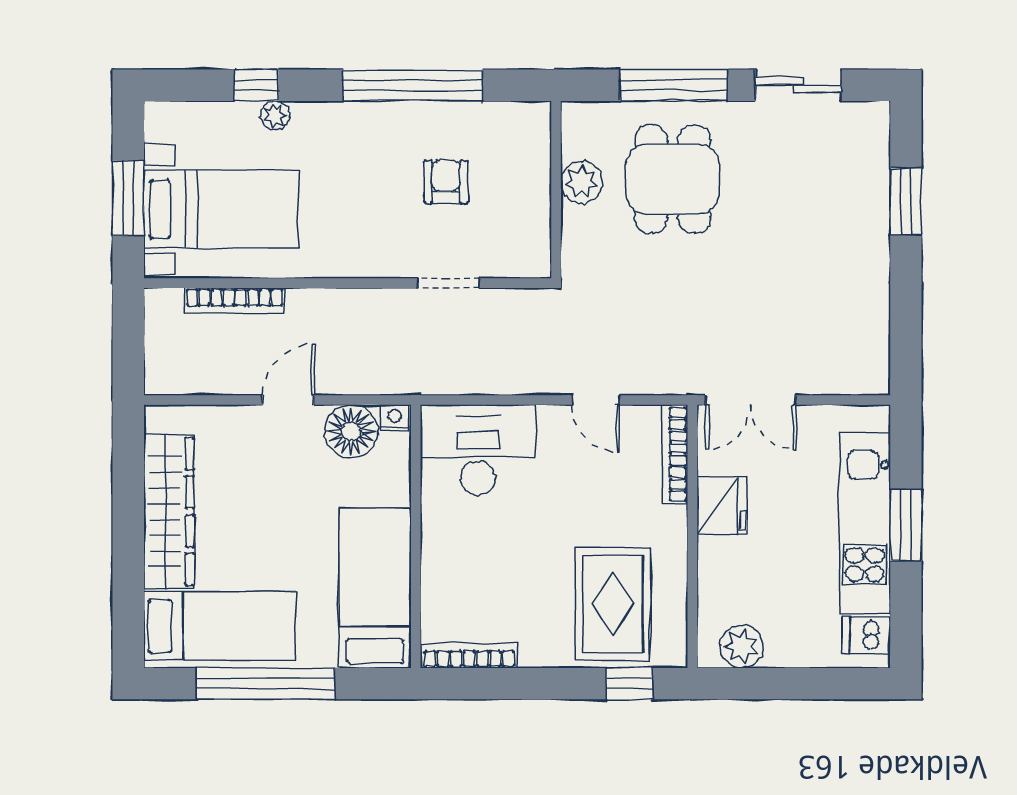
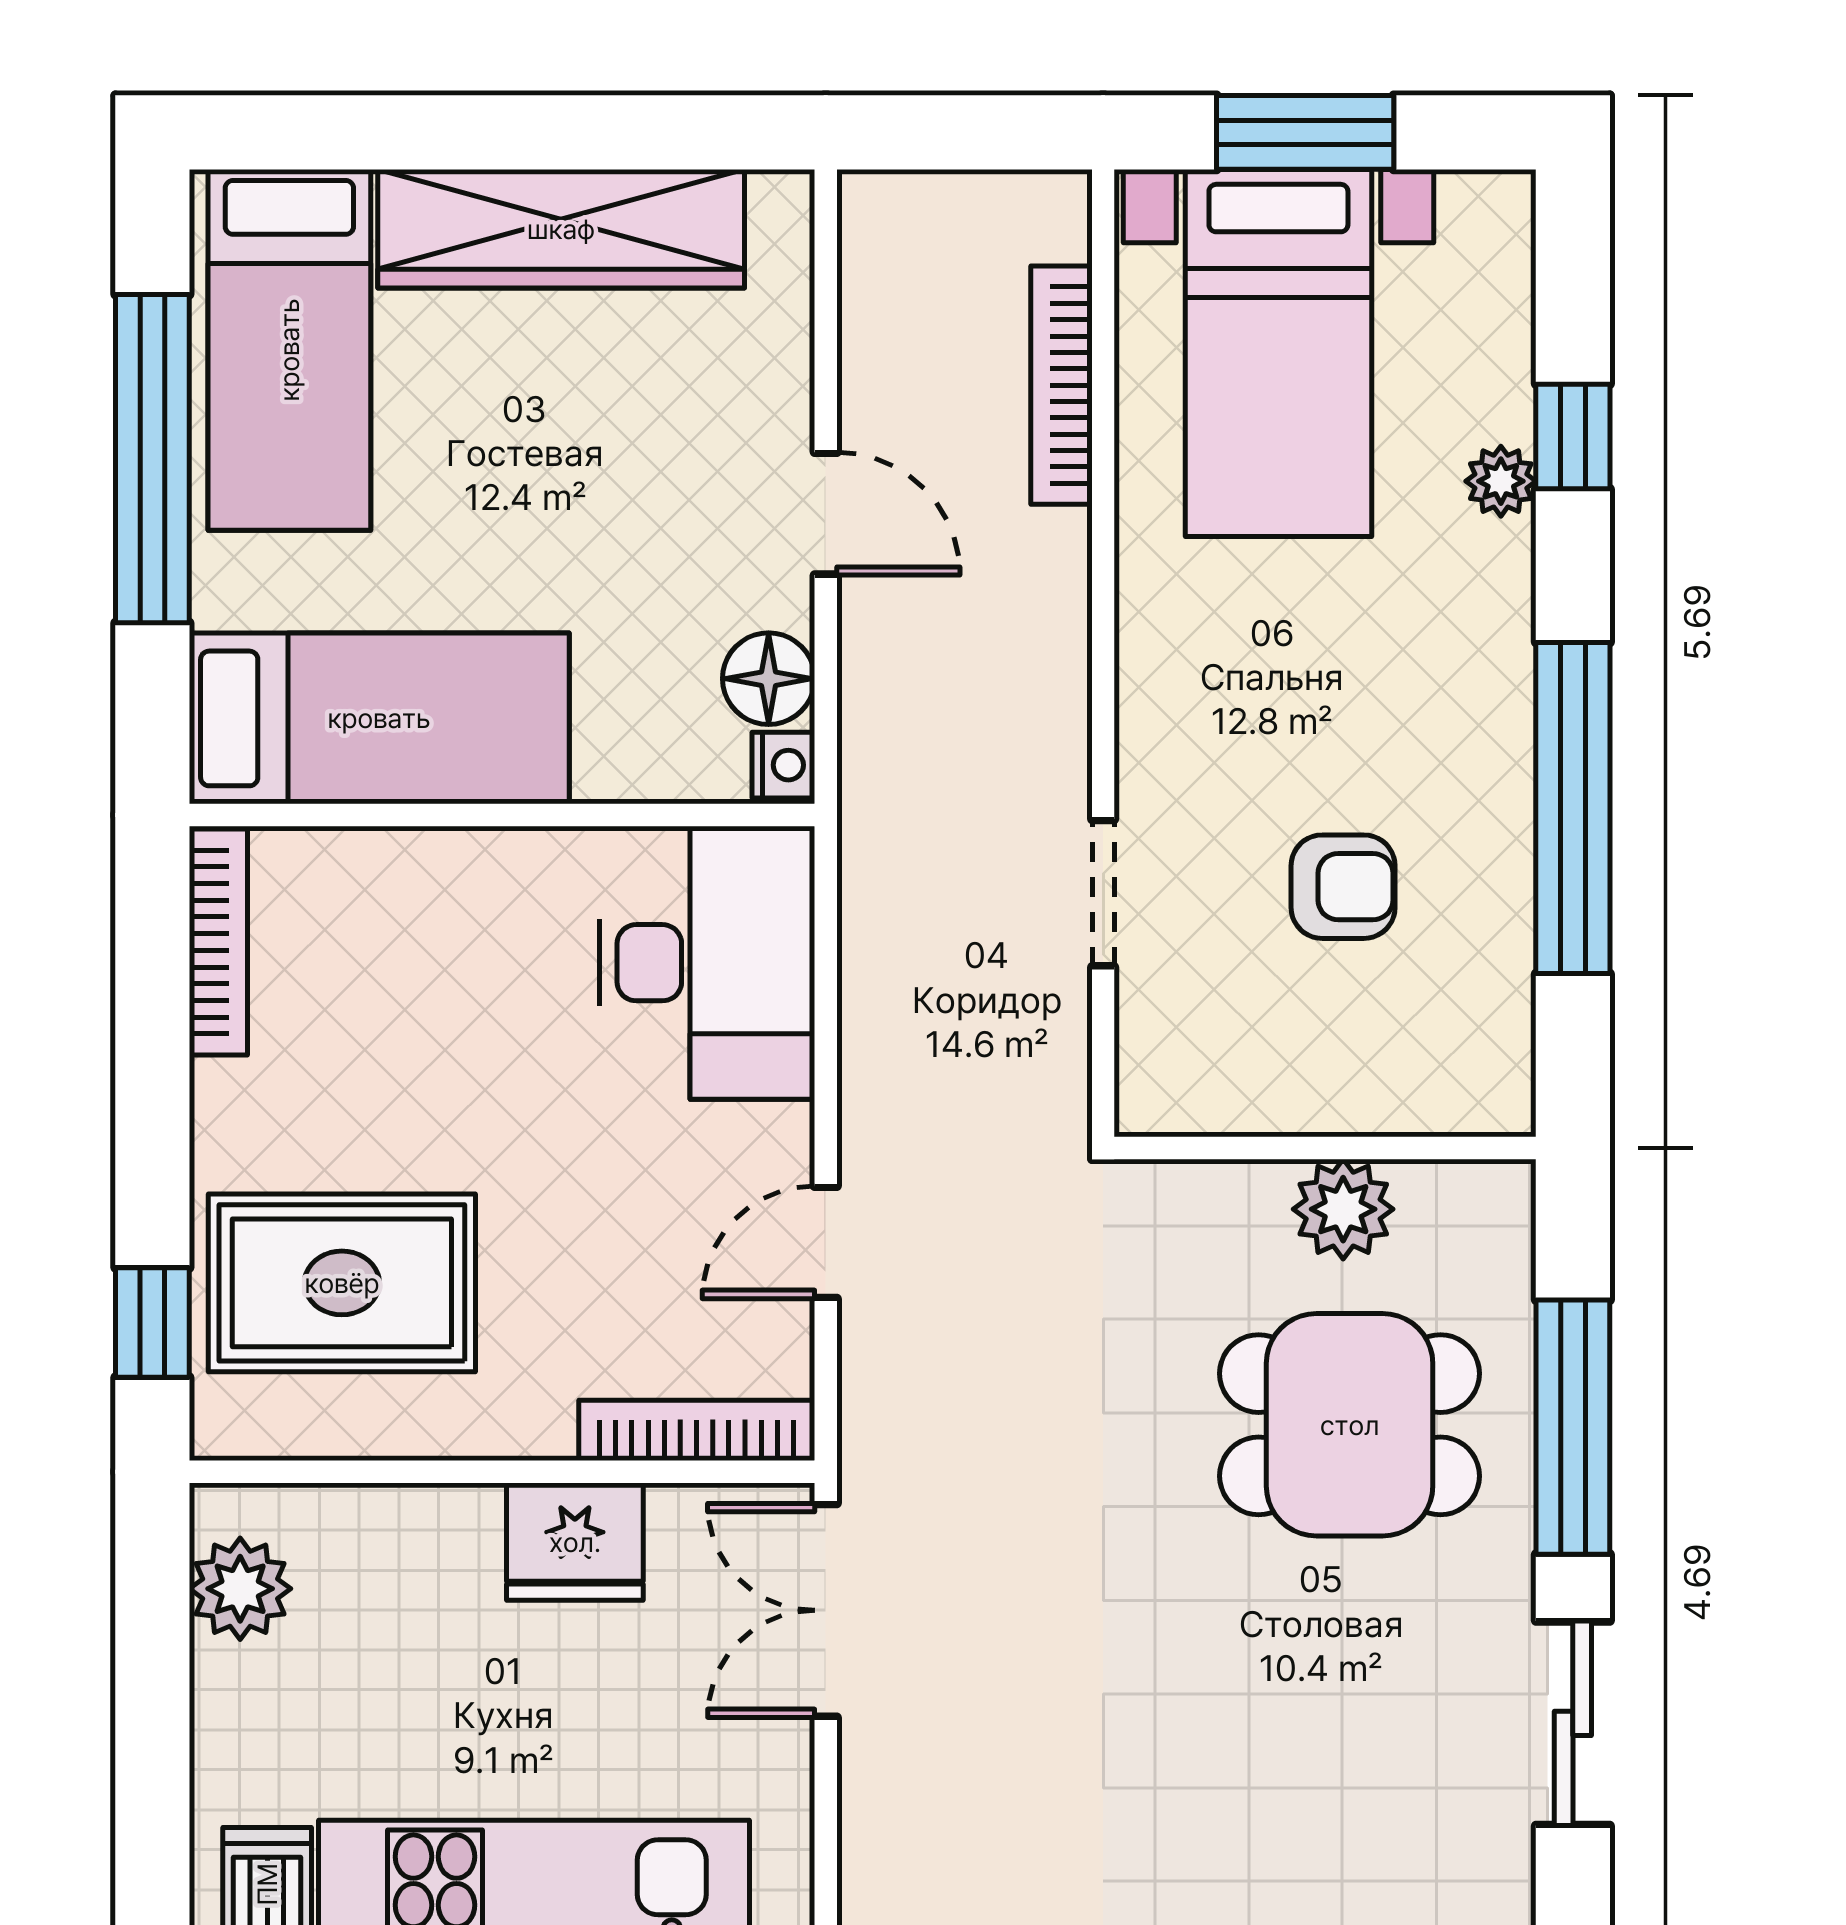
floor lamp: (351, 431) -> (769, 679), width x0.73, depth x0.73

